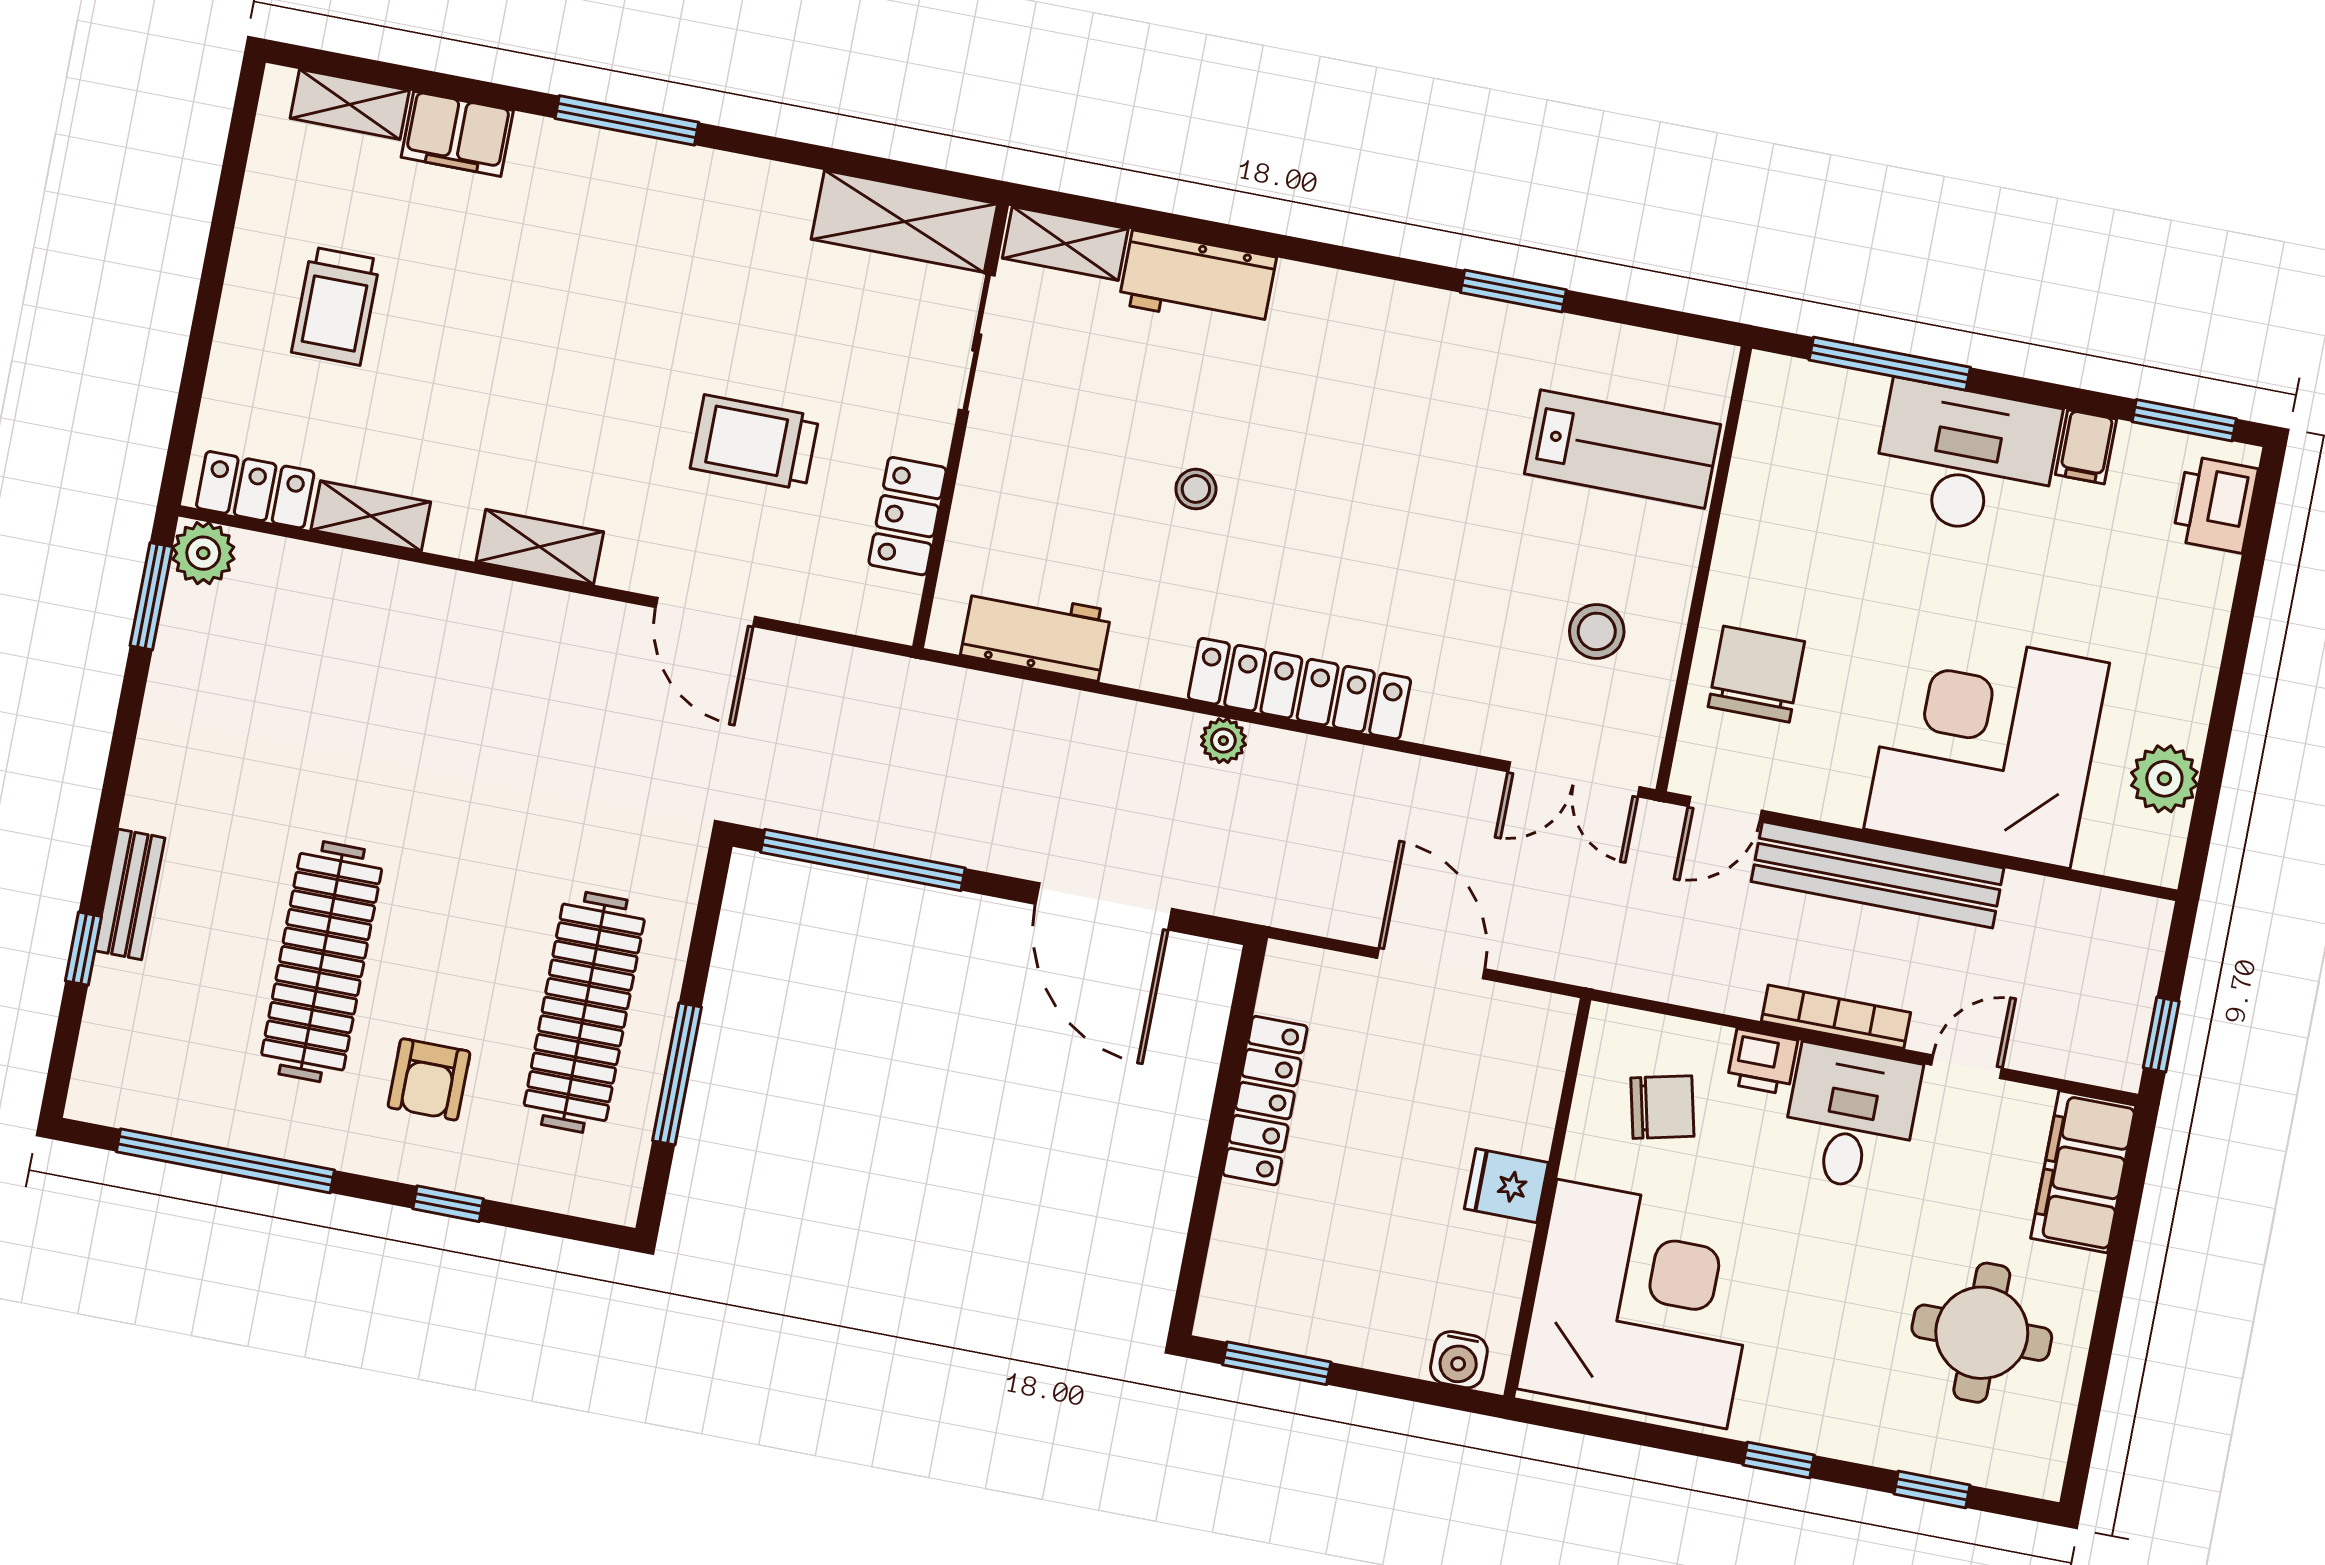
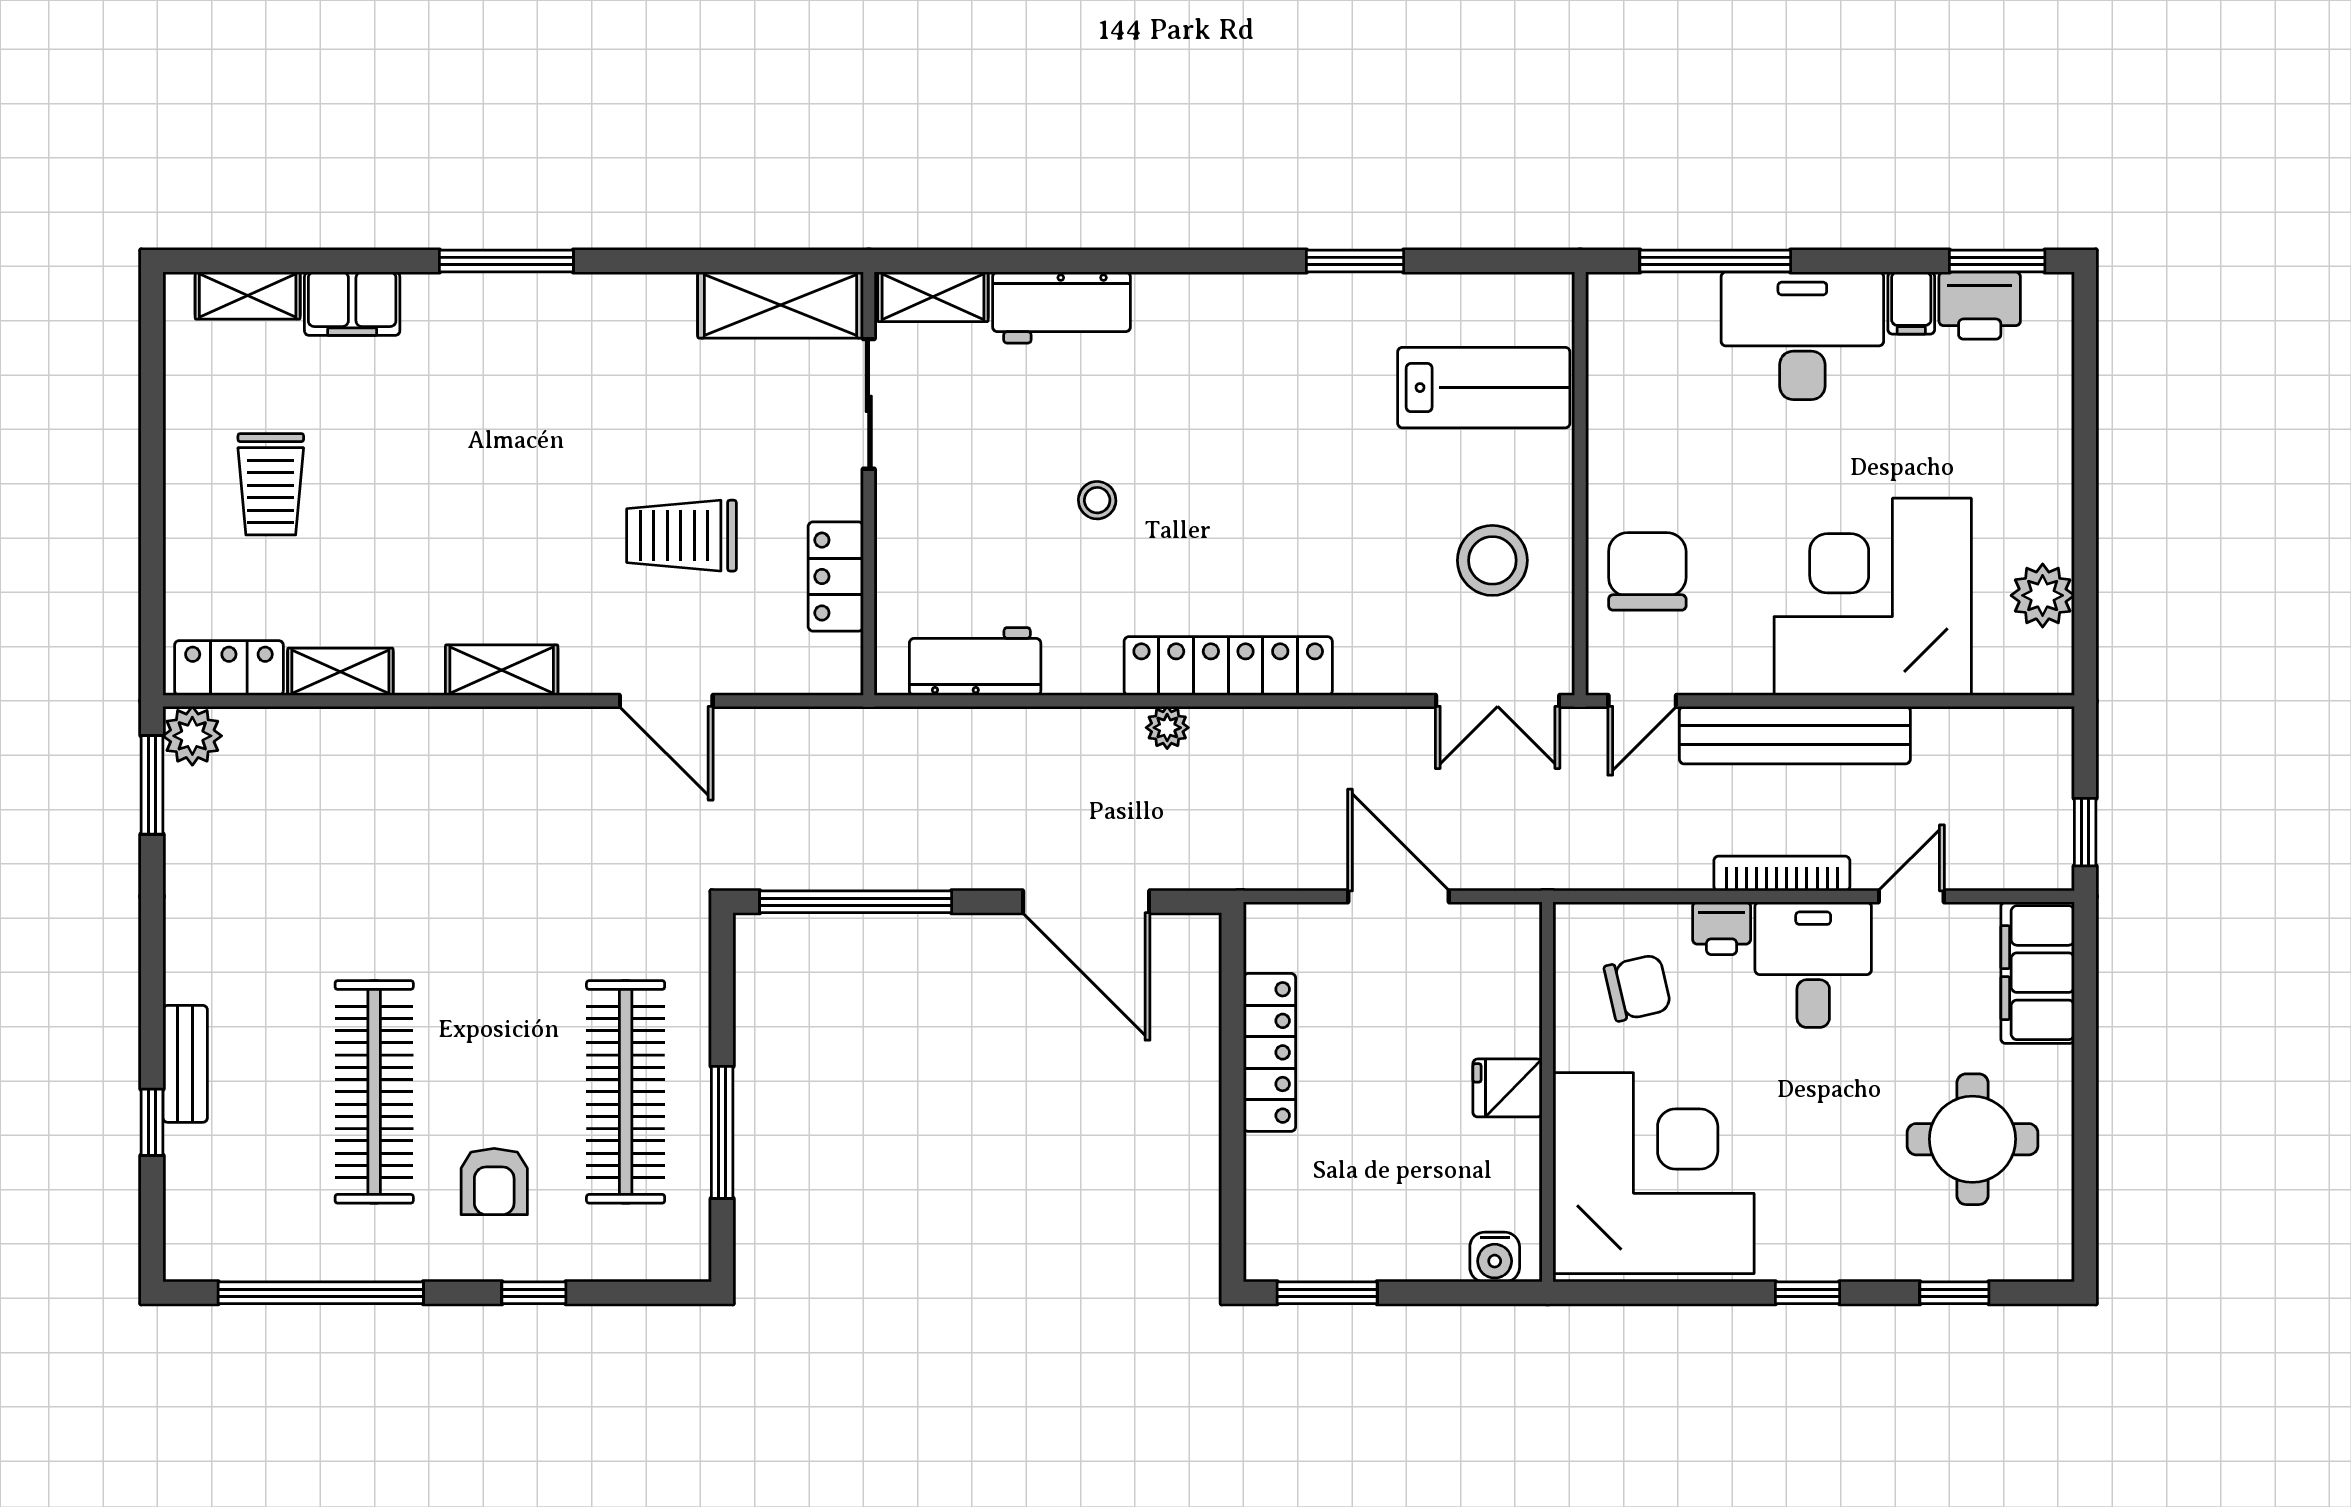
printer: (2215, 504) -> (1980, 306), moved, turned -90
stool: (1597, 631) -> (1492, 560), width x1.38, depth x1.38

